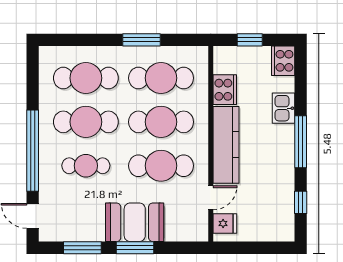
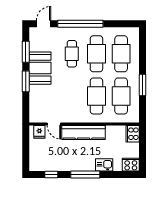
window: (250, 40) -> (143, 146), removed
cooker: (225, 90) -> (133, 134), moved, turned 90
cafe table: (161, 166) -> (72, 96), removed
booth: (135, 222) -> (40, 68), moved

